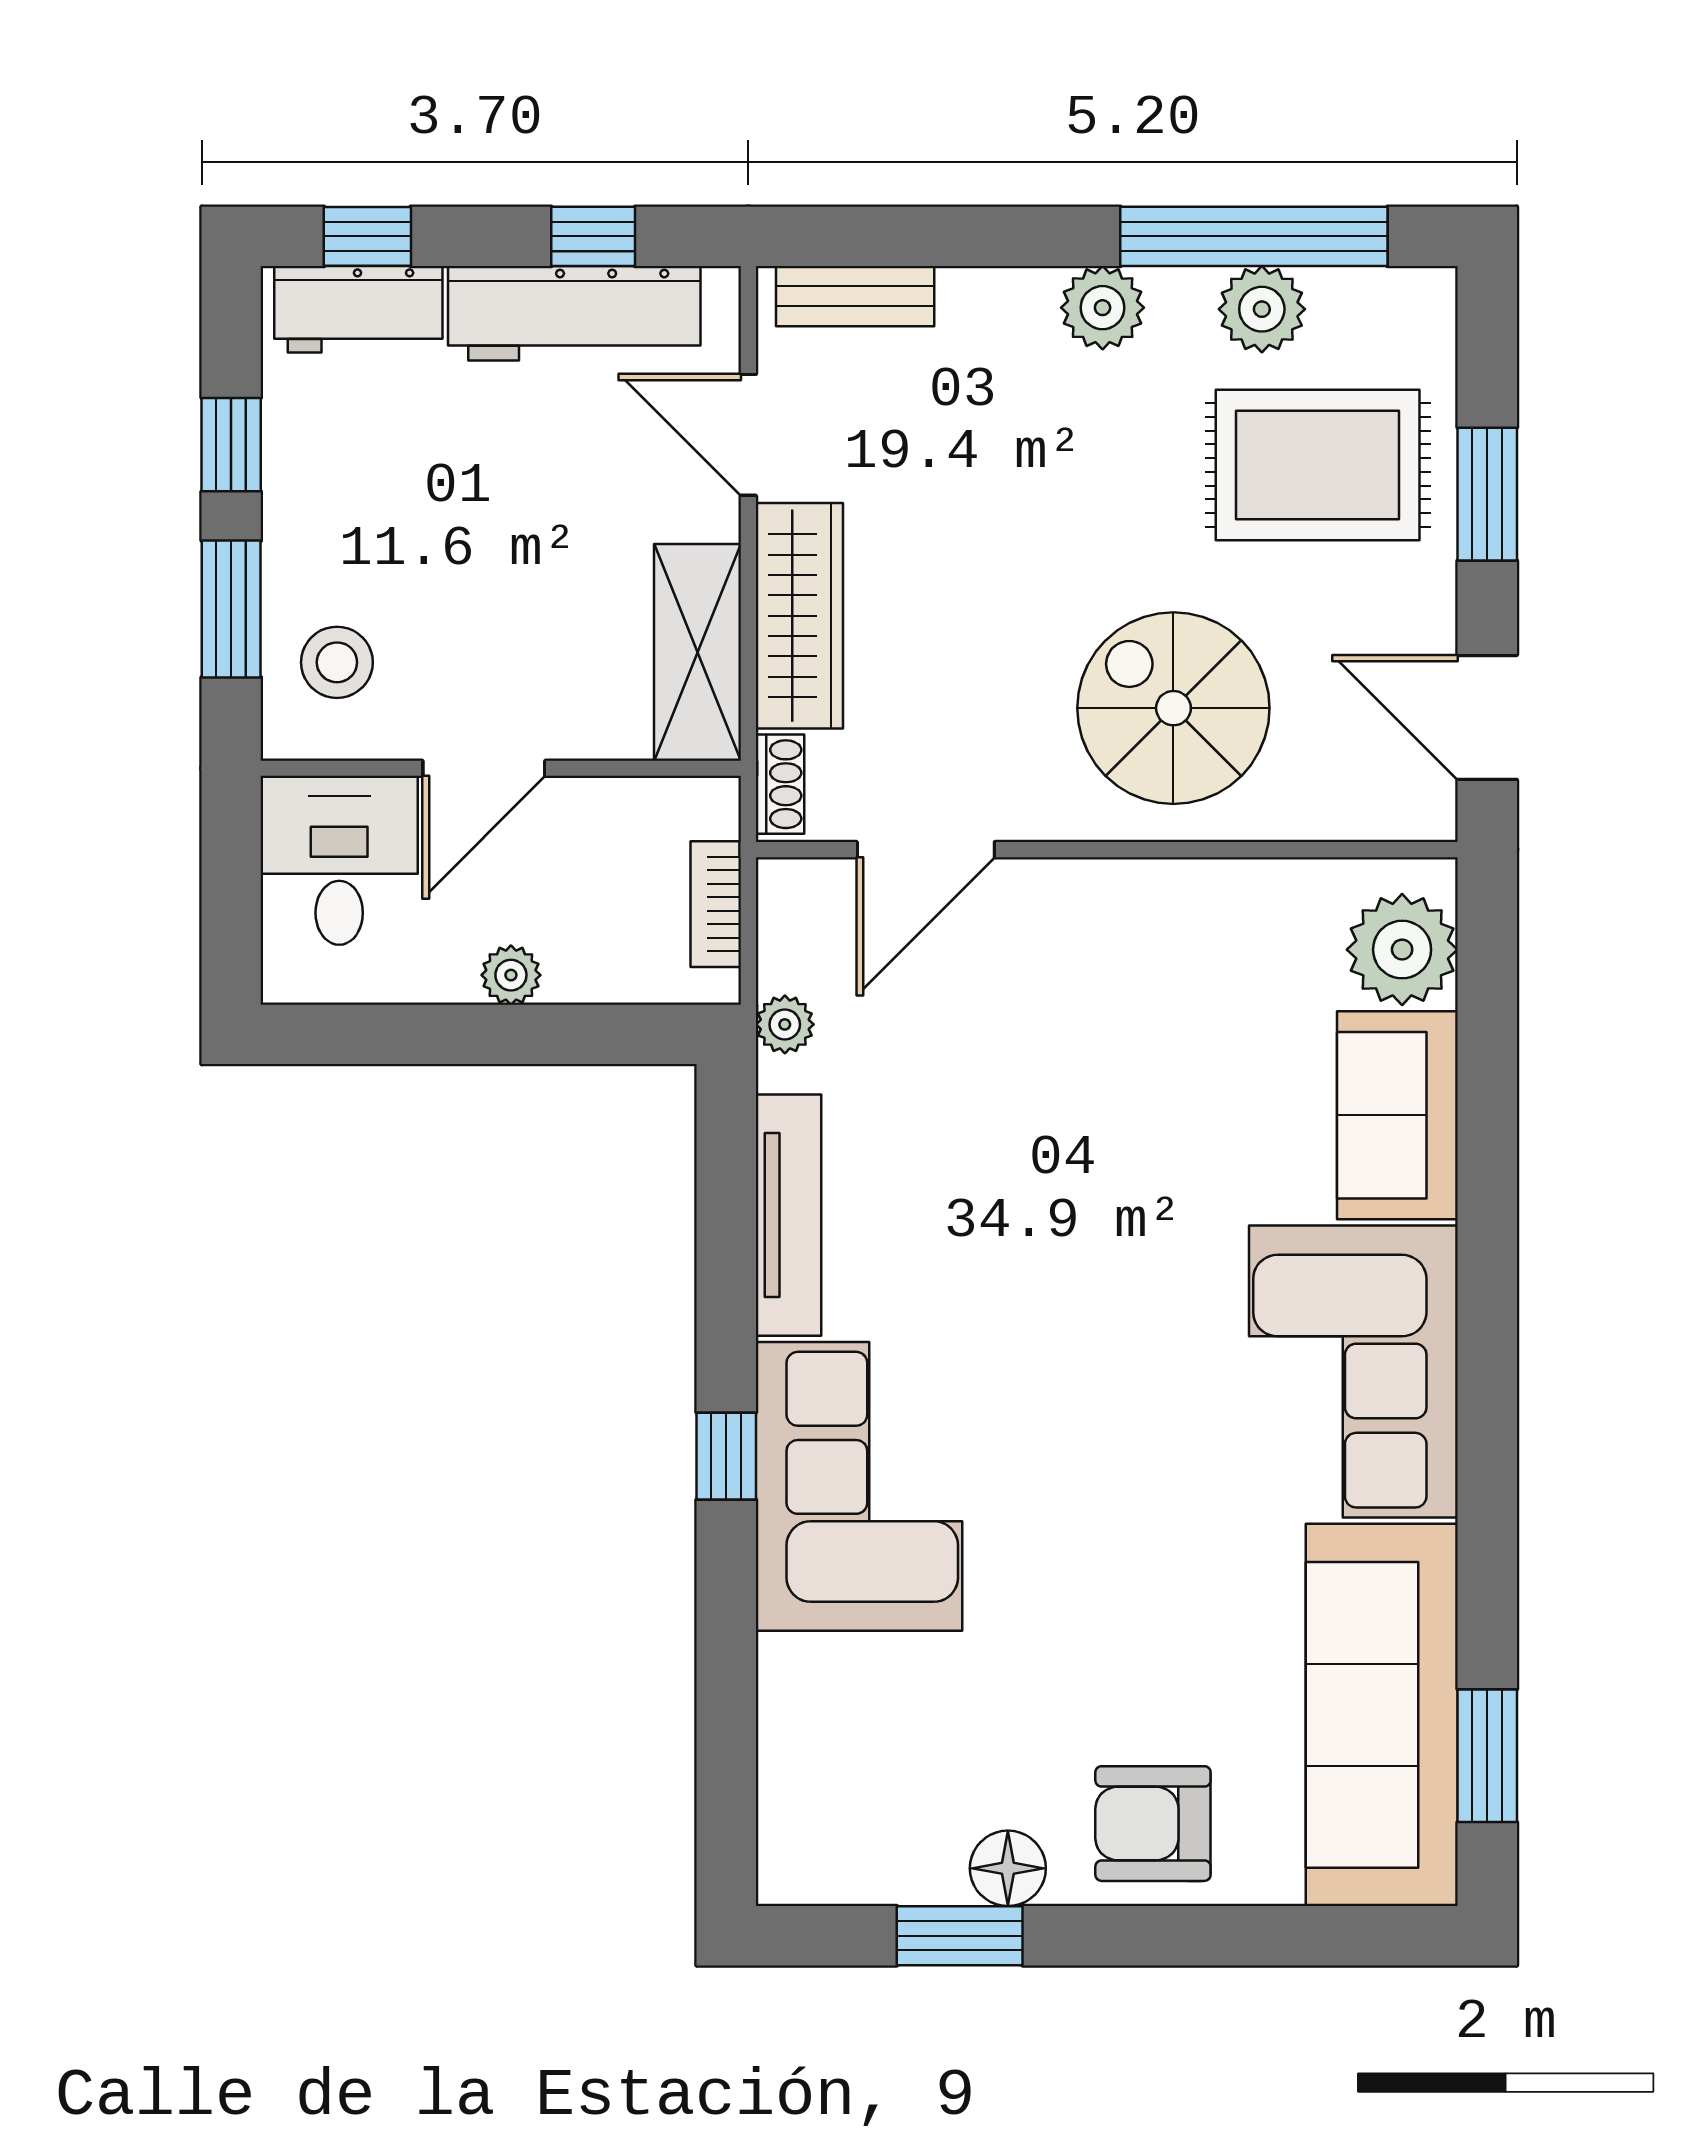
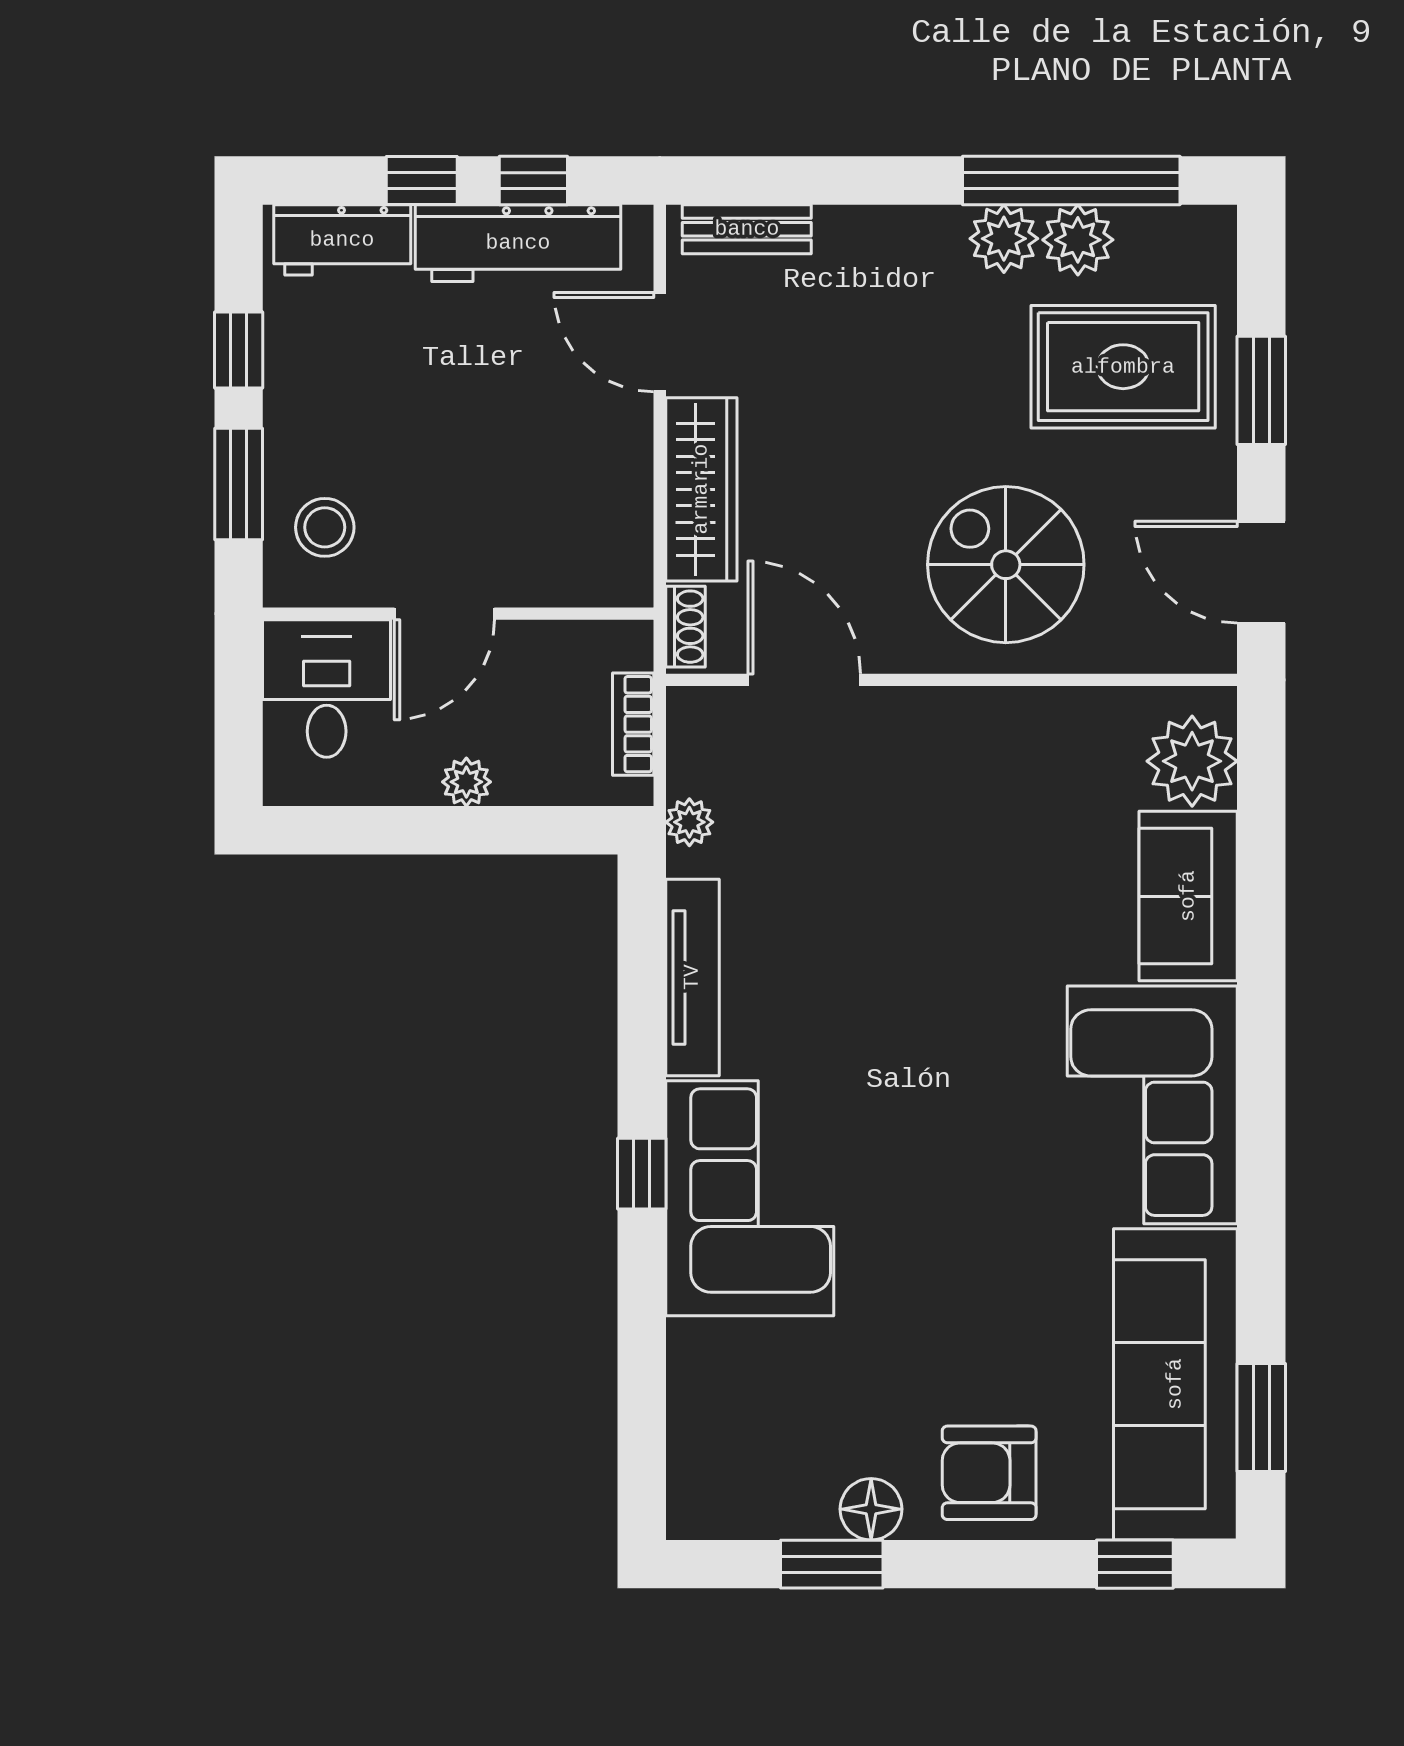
window: (367, 236) -> (422, 181), moved
plant: (1103, 308) -> (1004, 239), moved
shelving: (698, 652) -> (618, 519), removed
door: (926, 850) -> (804, 680), swing flipped
window: (1332, 1936) -> (1135, 1564), added

